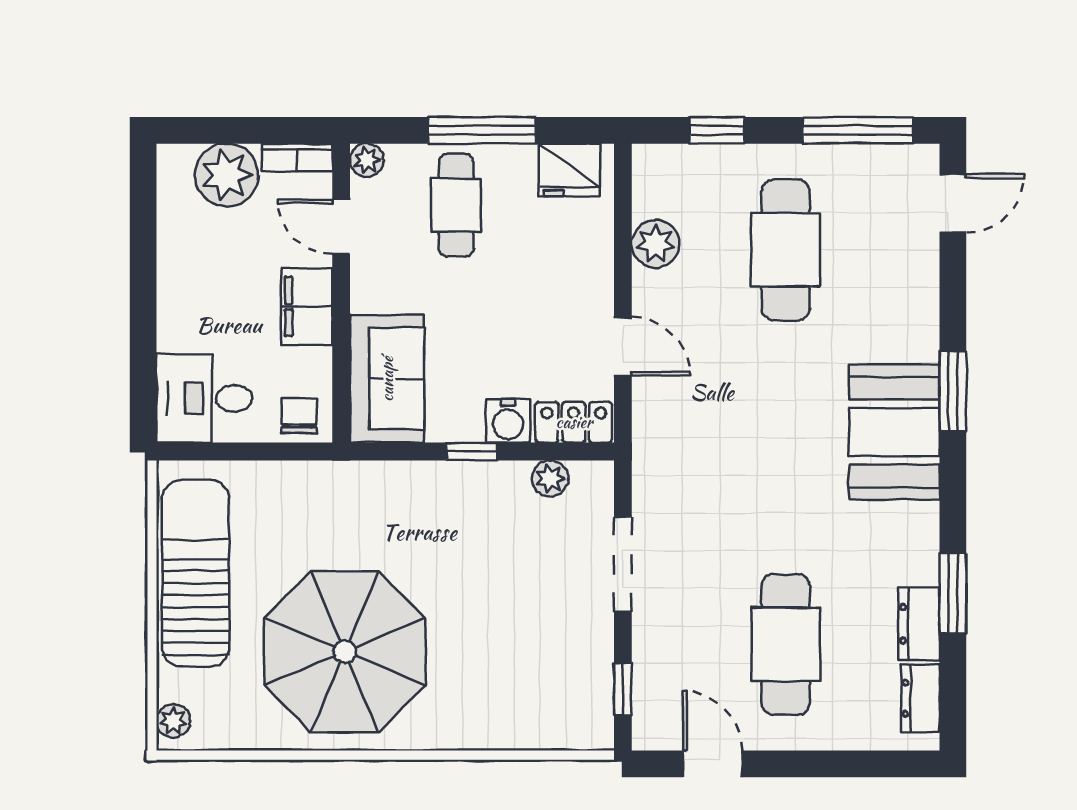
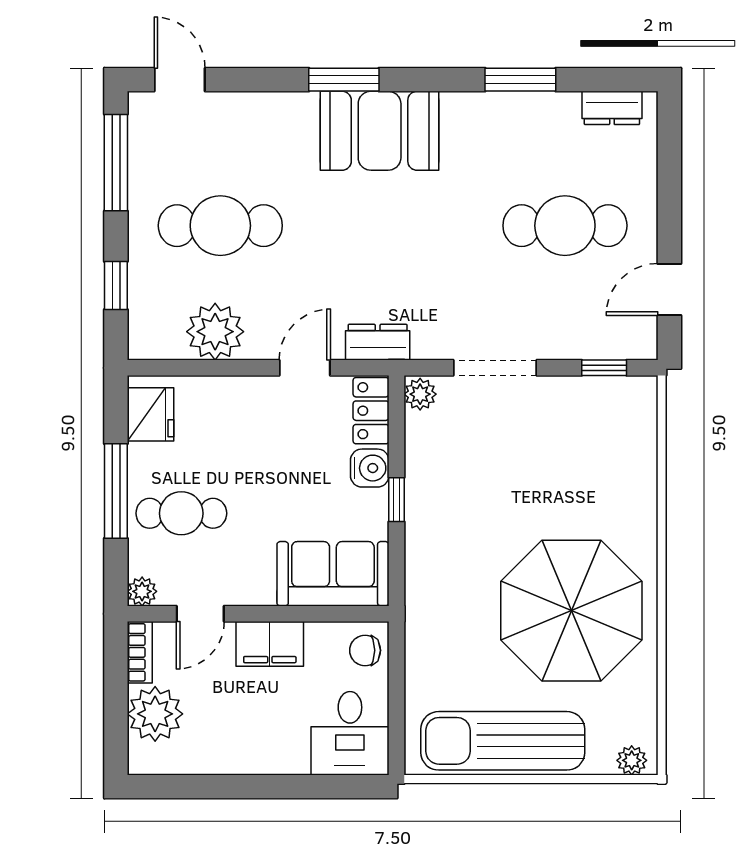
plant: (656, 244) -> (215, 332), width x1.36, depth x1.36
plant: (550, 479) -> (420, 394), moved
dresser: (919, 624) -> (378, 342), moved, turned 180

